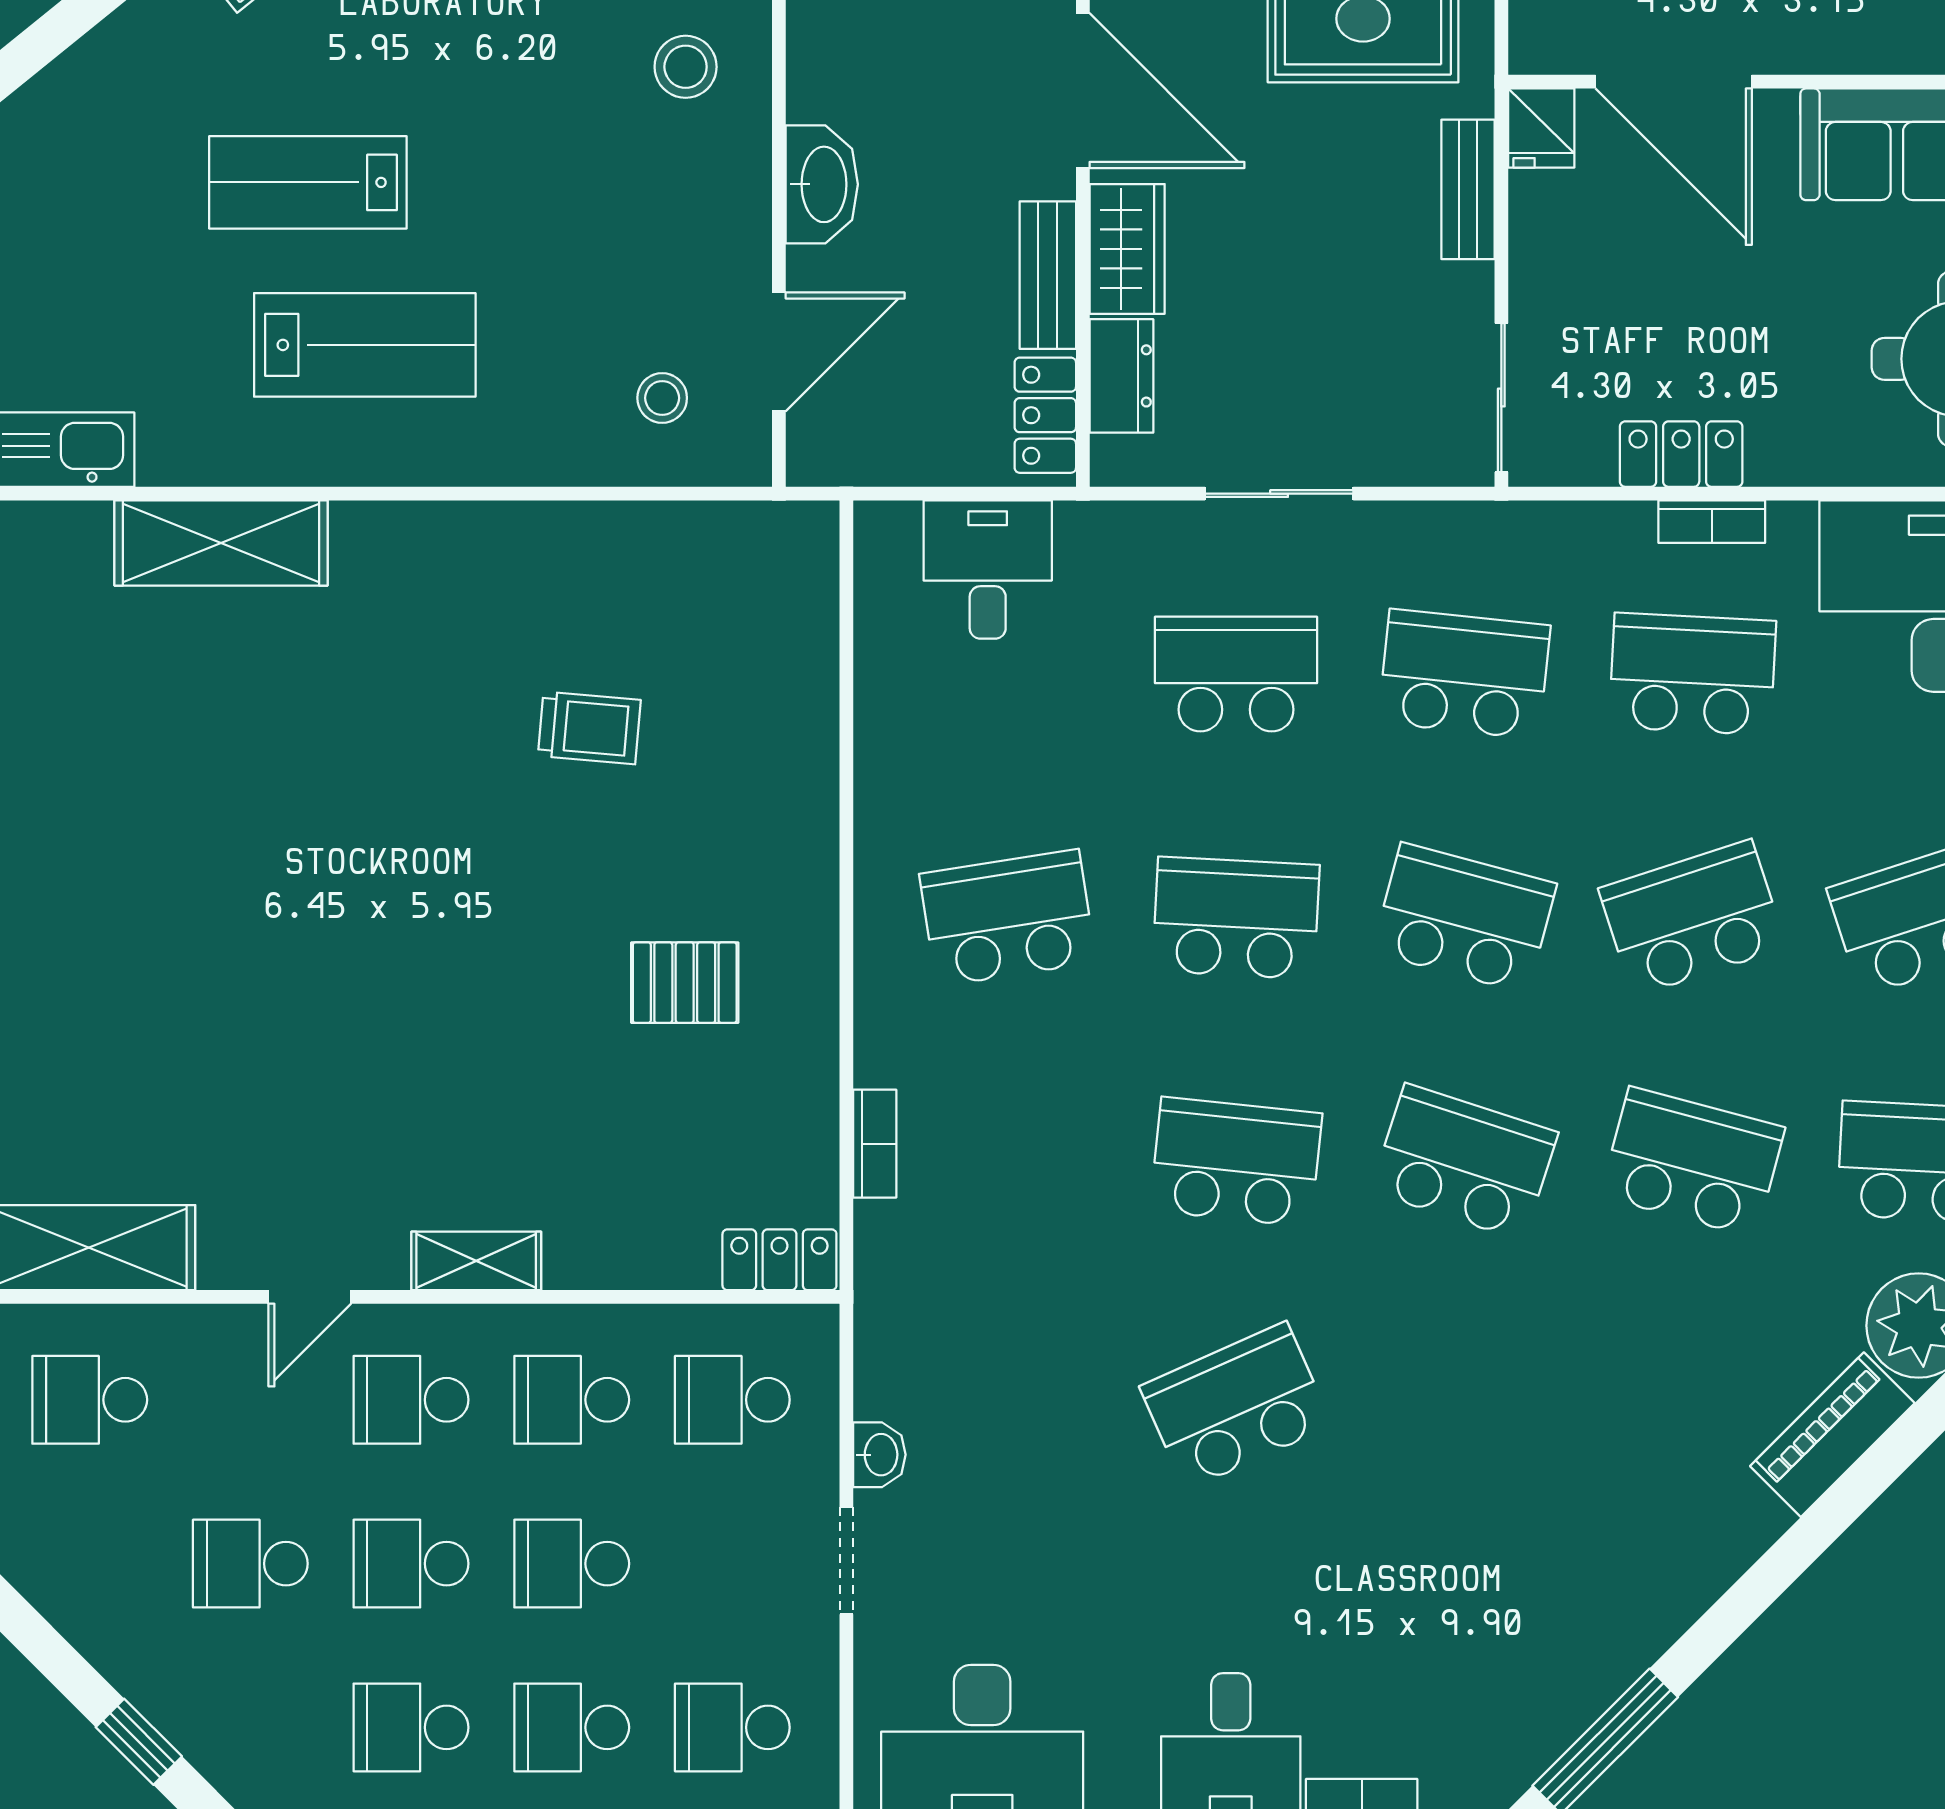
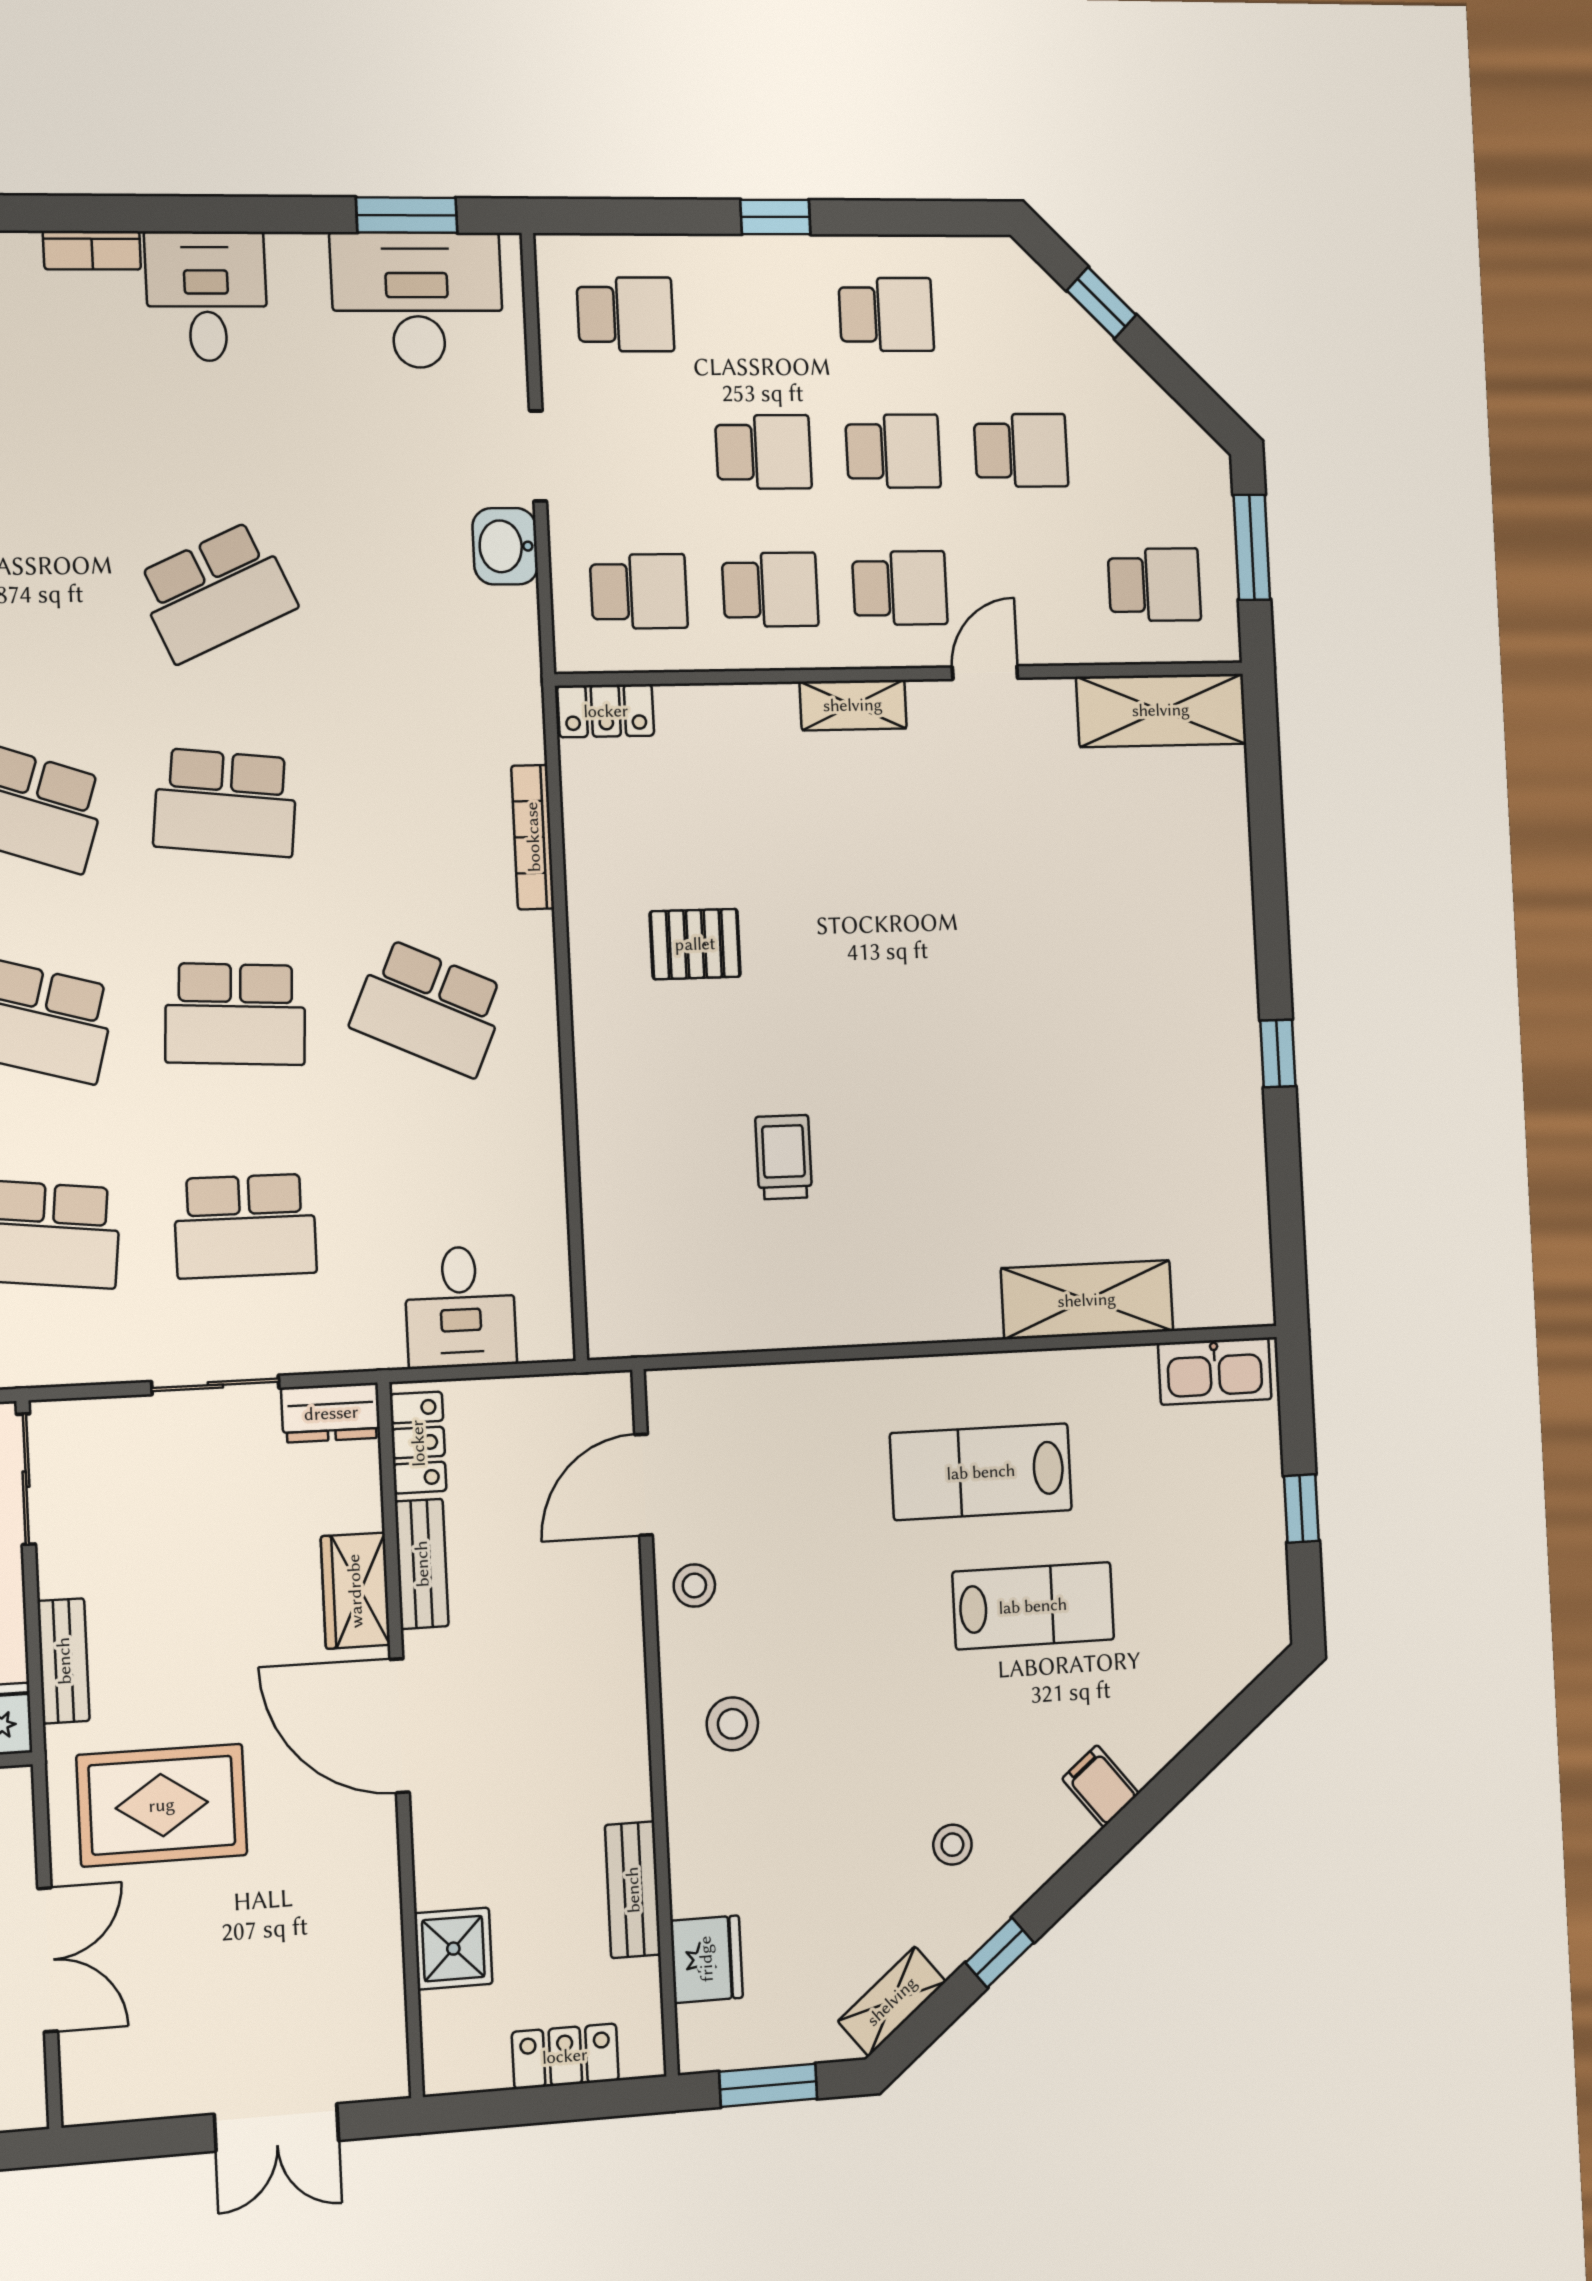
washbasin: (822, 184) -> (615, 1630), removed
dresser: (1121, 376) -> (331, 1413), moved, turned -90
stool: (662, 398) -> (694, 1585), moved
trolley: (589, 728) -> (784, 1157), turned 85
school desk: (1008, 918) -> (429, 1008), turned 33
bookcase: (875, 1144) -> (533, 837), width x1.56
washbasin: (879, 1455) -> (505, 546), width x1.38, depth x1.45
school desk: (572, 1727) -> (757, 314), removed

